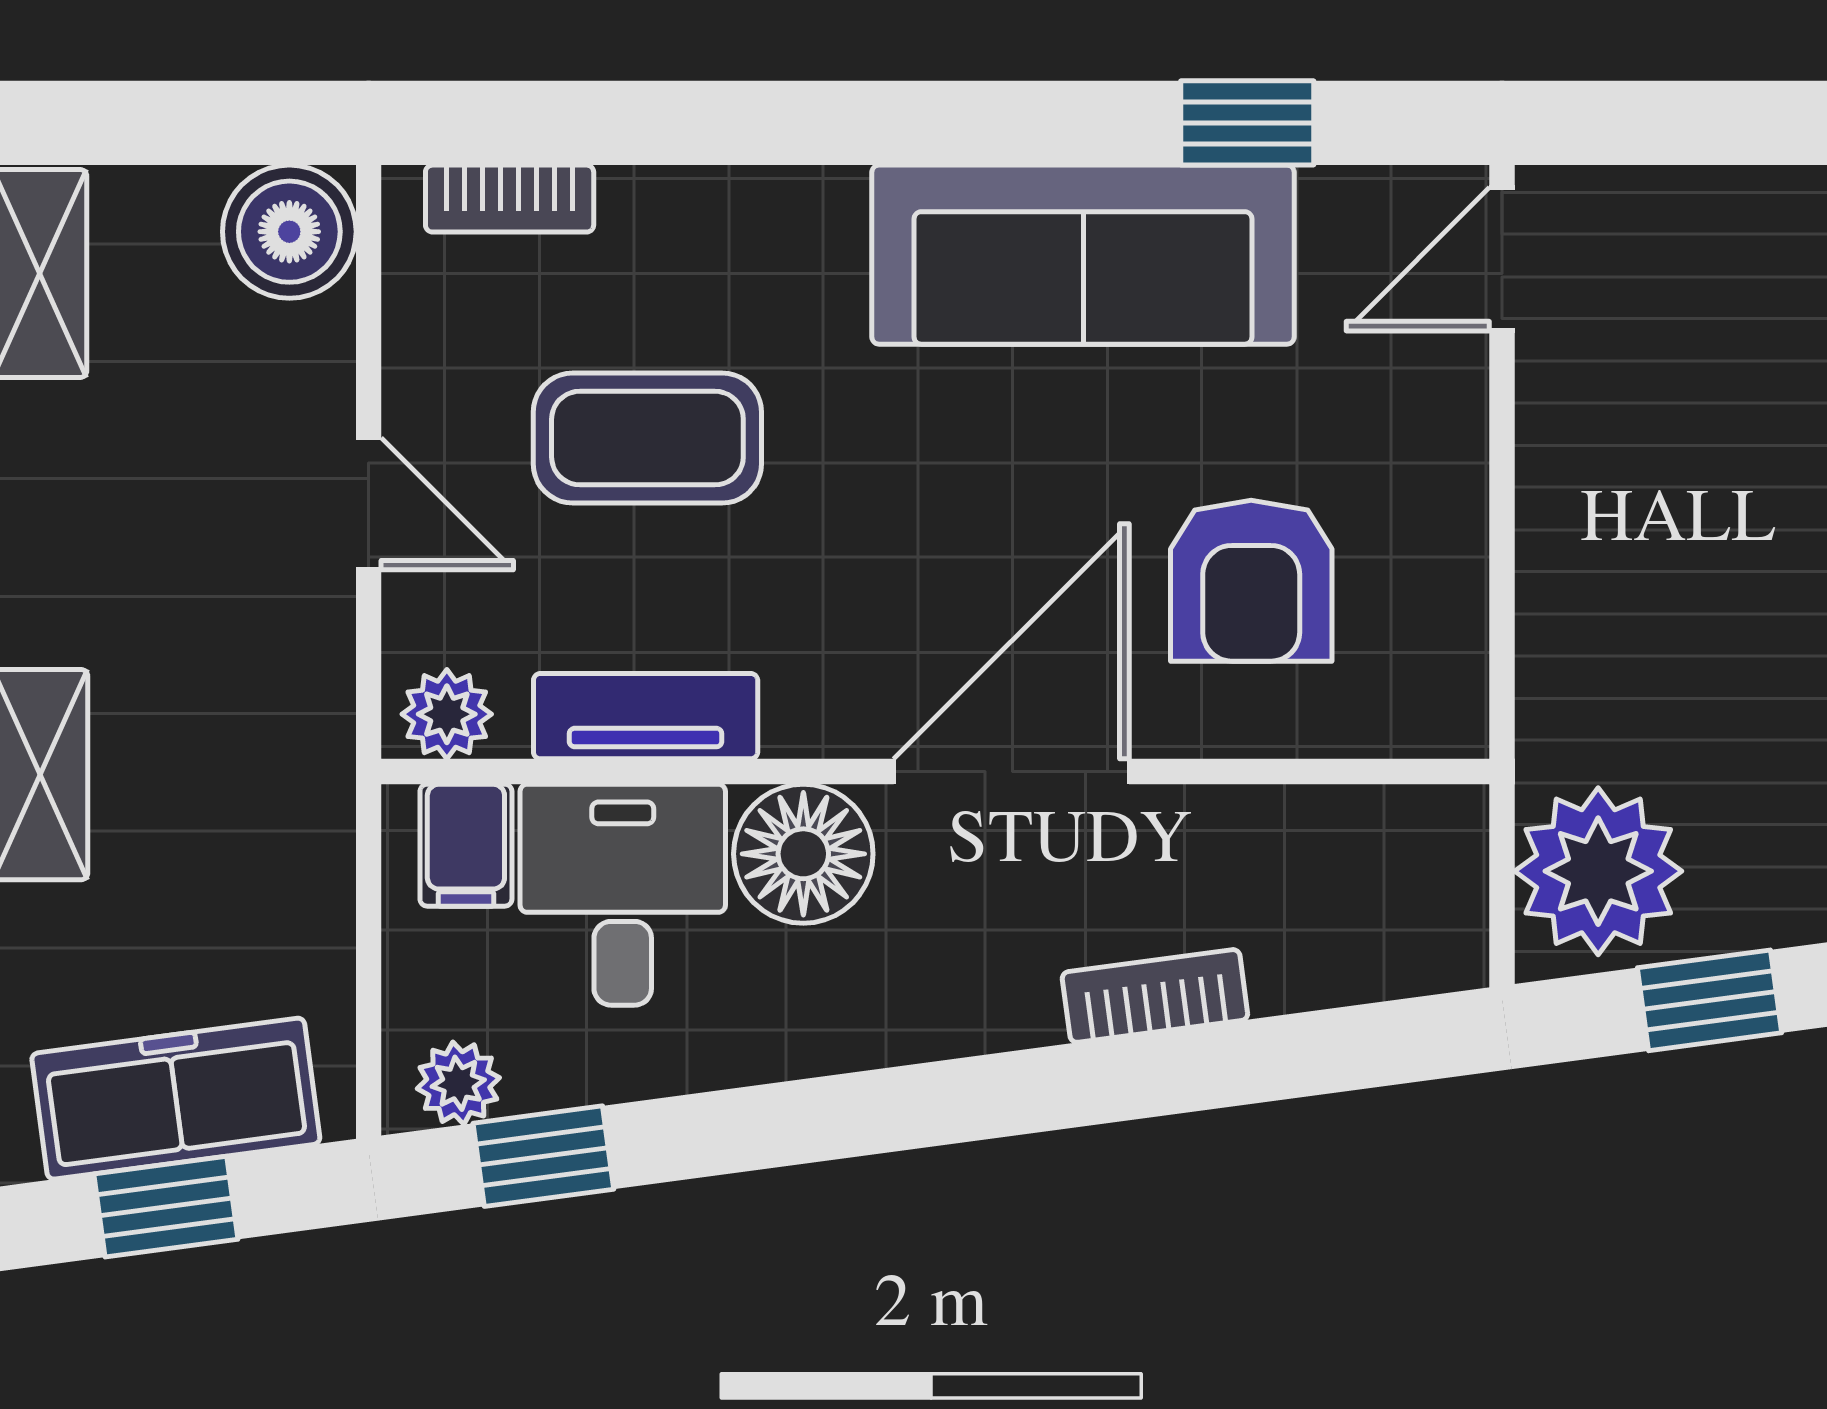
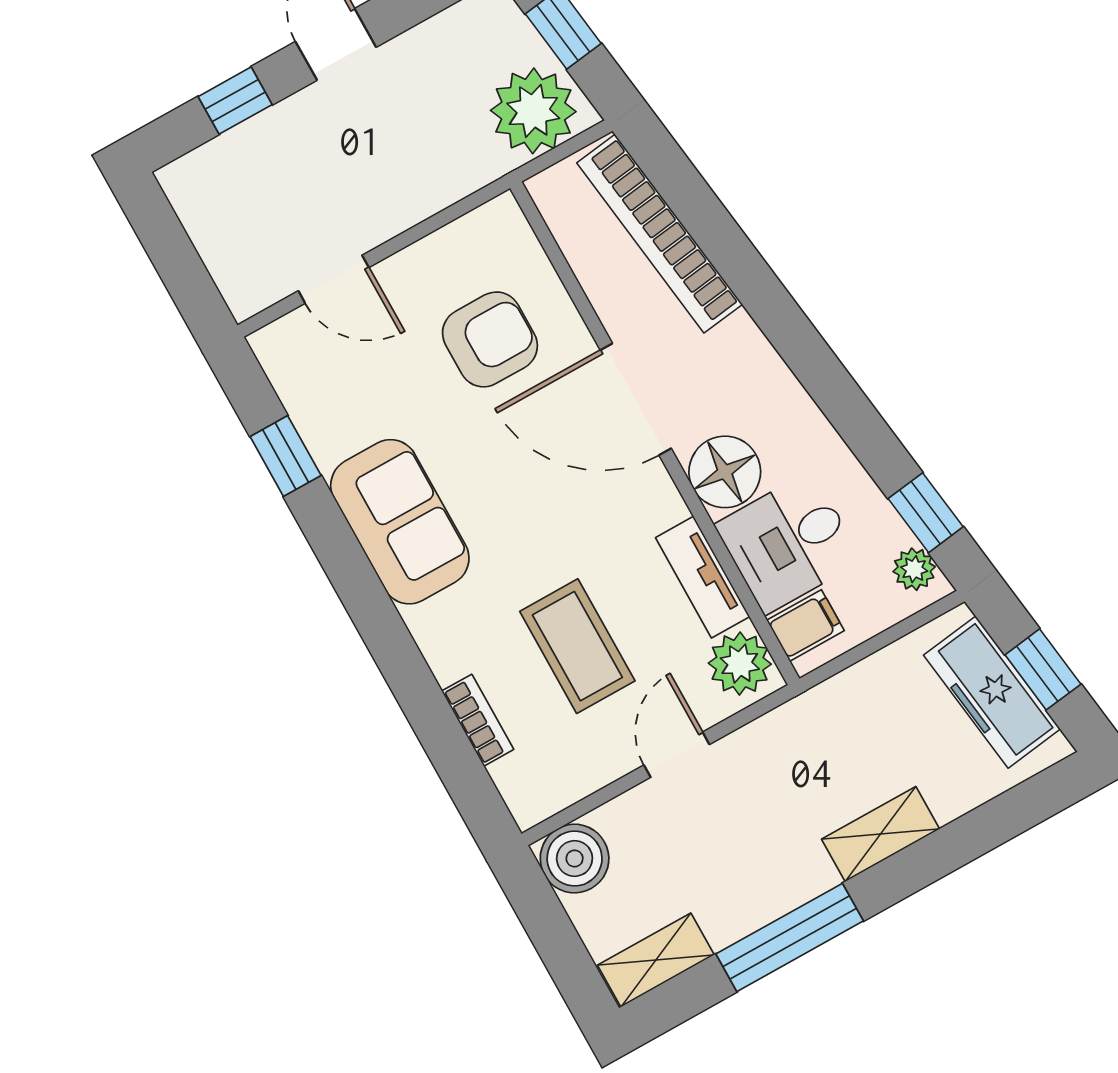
bookcase: (510, 199) -> (478, 720), moved
sofa: (1083, 255) -> (400, 522), width x0.73
door: (1502, 259) -> (334, 279), moved
plant: (447, 714) -> (740, 664), width x1.38, depth x1.38
bookcase: (1155, 996) -> (660, 234), width x2.31, depth x1.31

